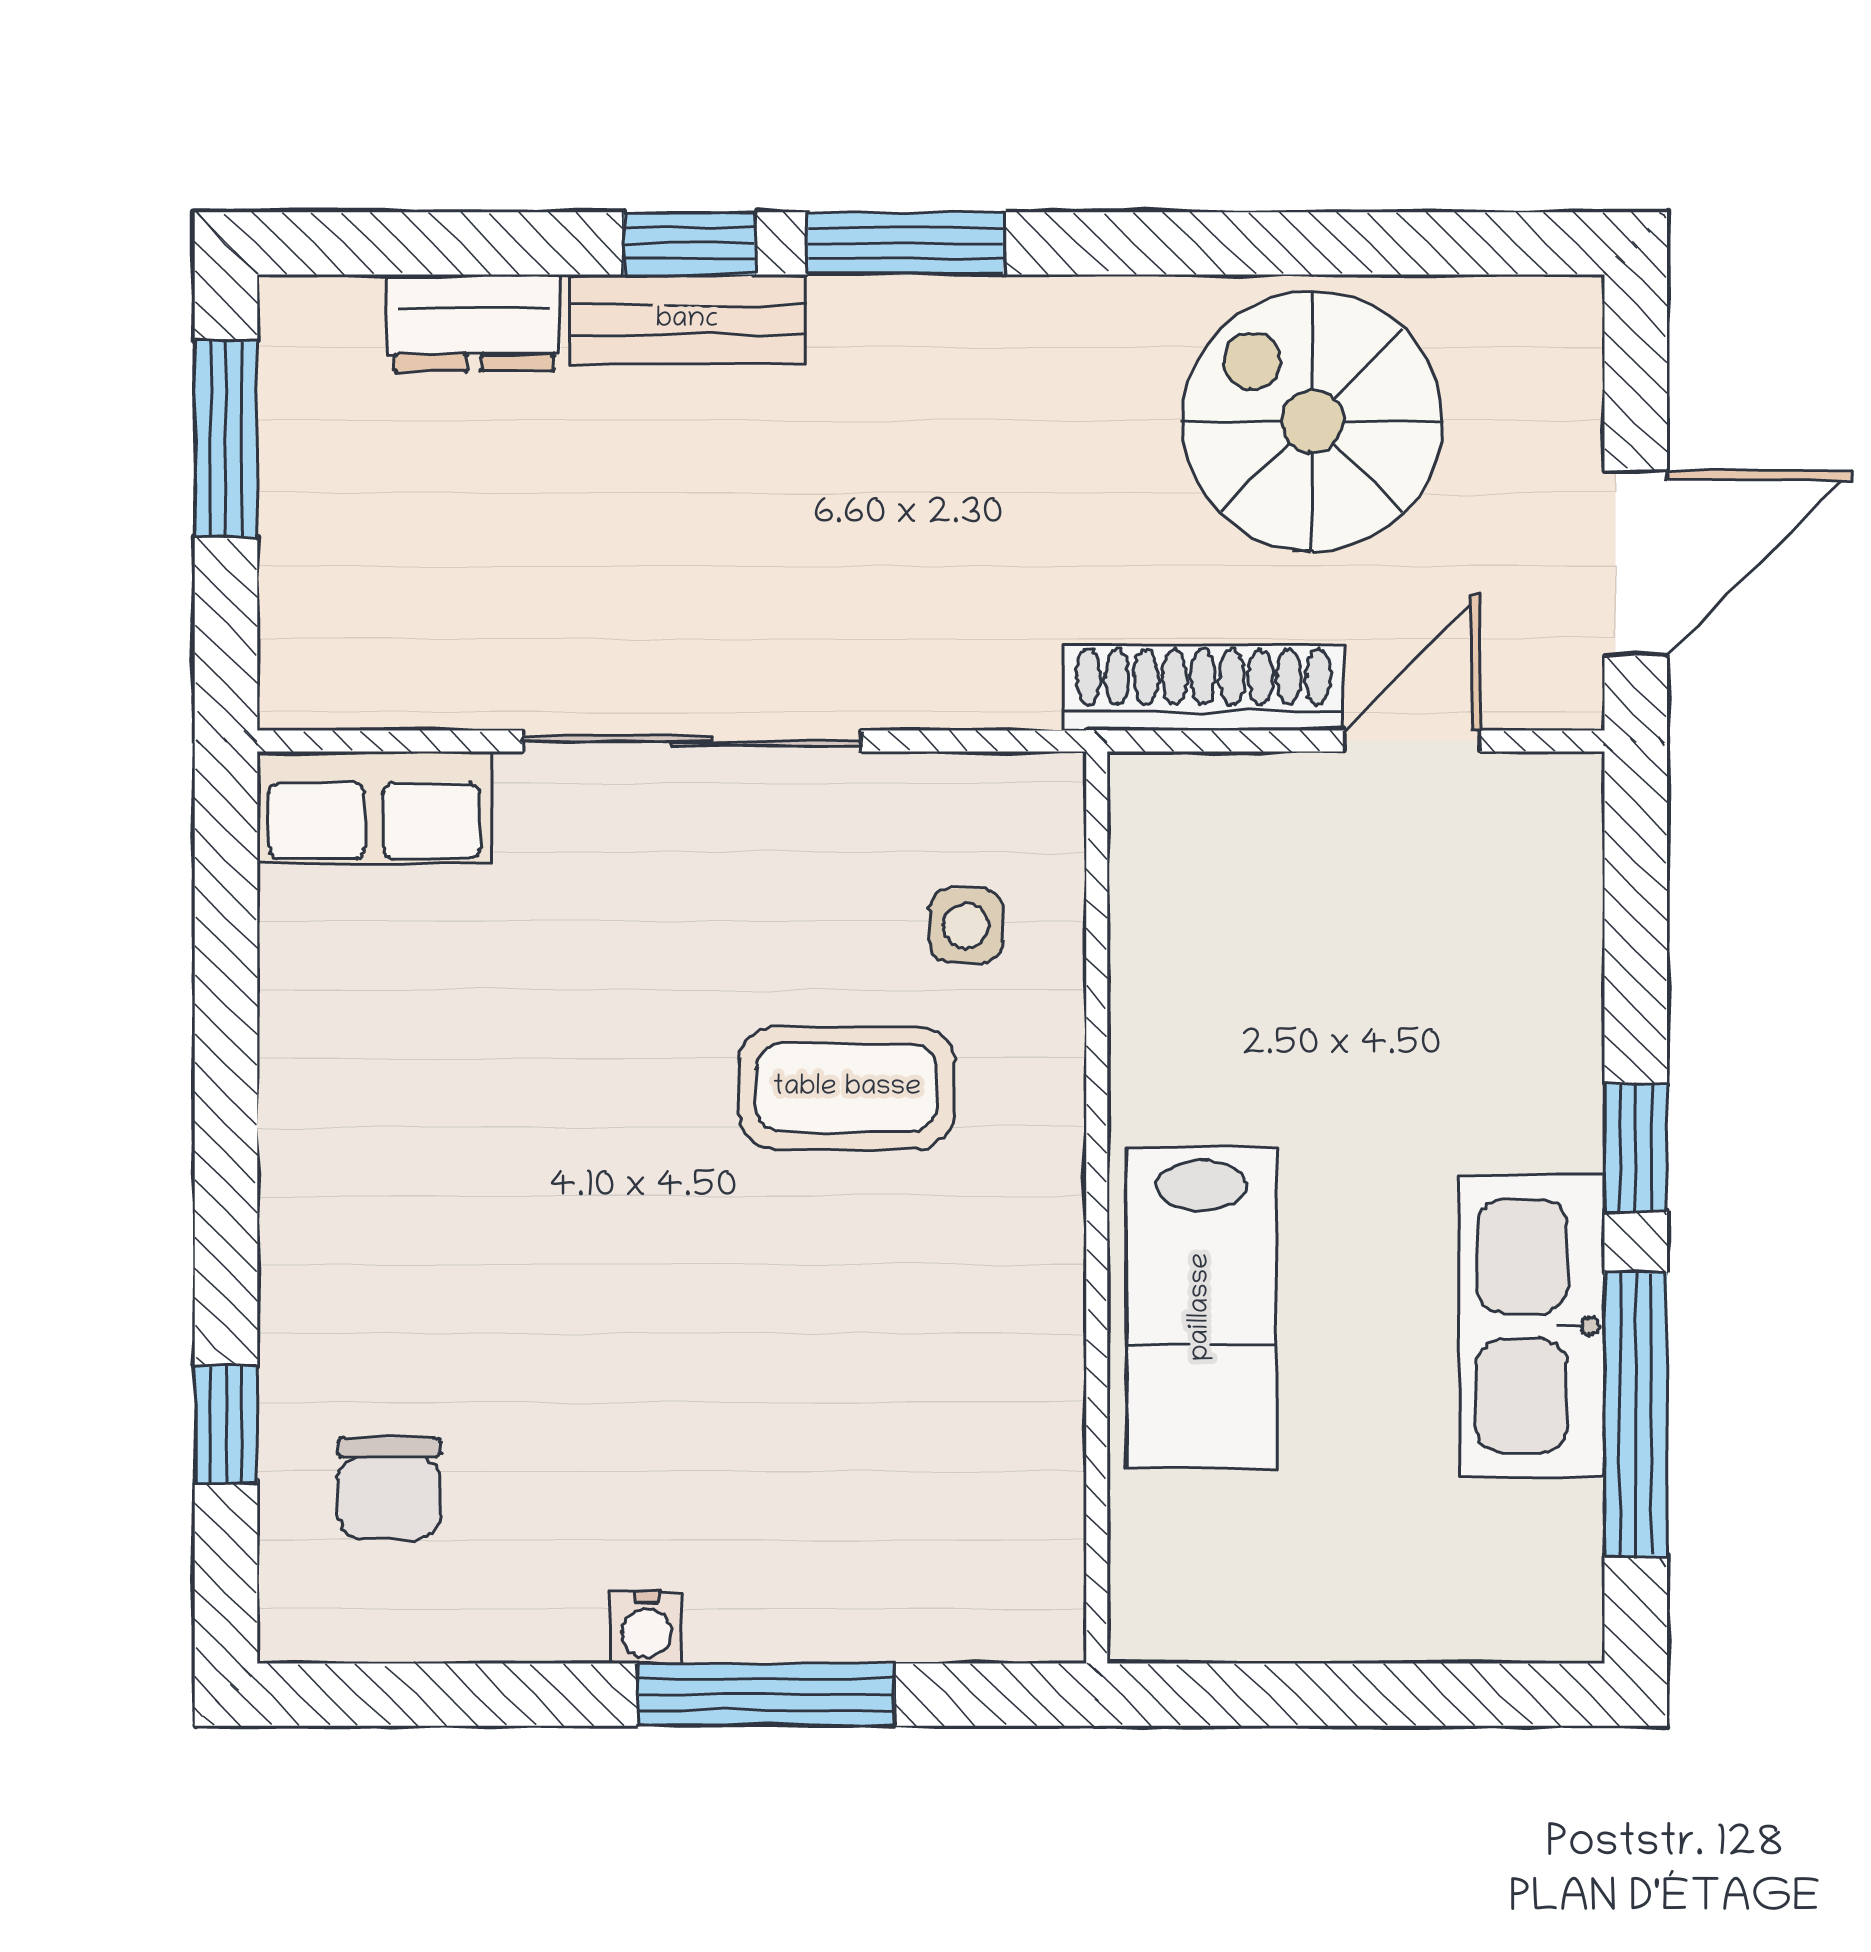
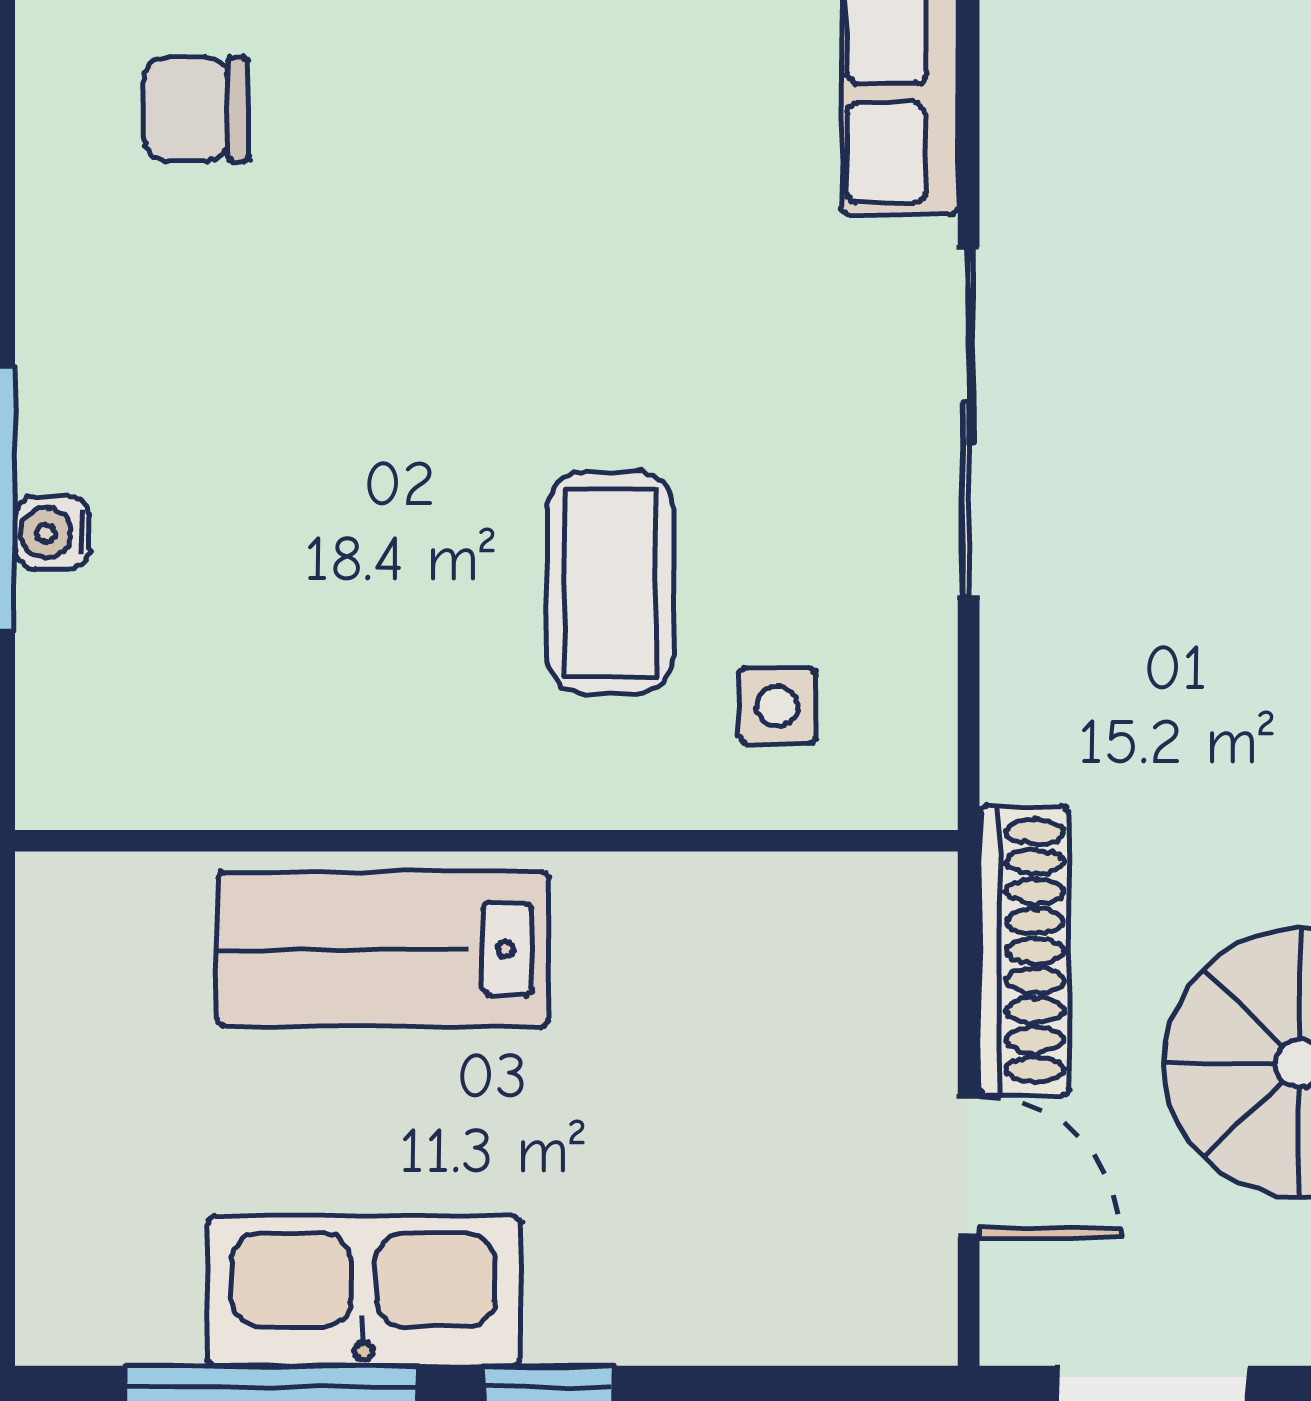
water cooler: (646, 1628) -> (52, 533), moved

